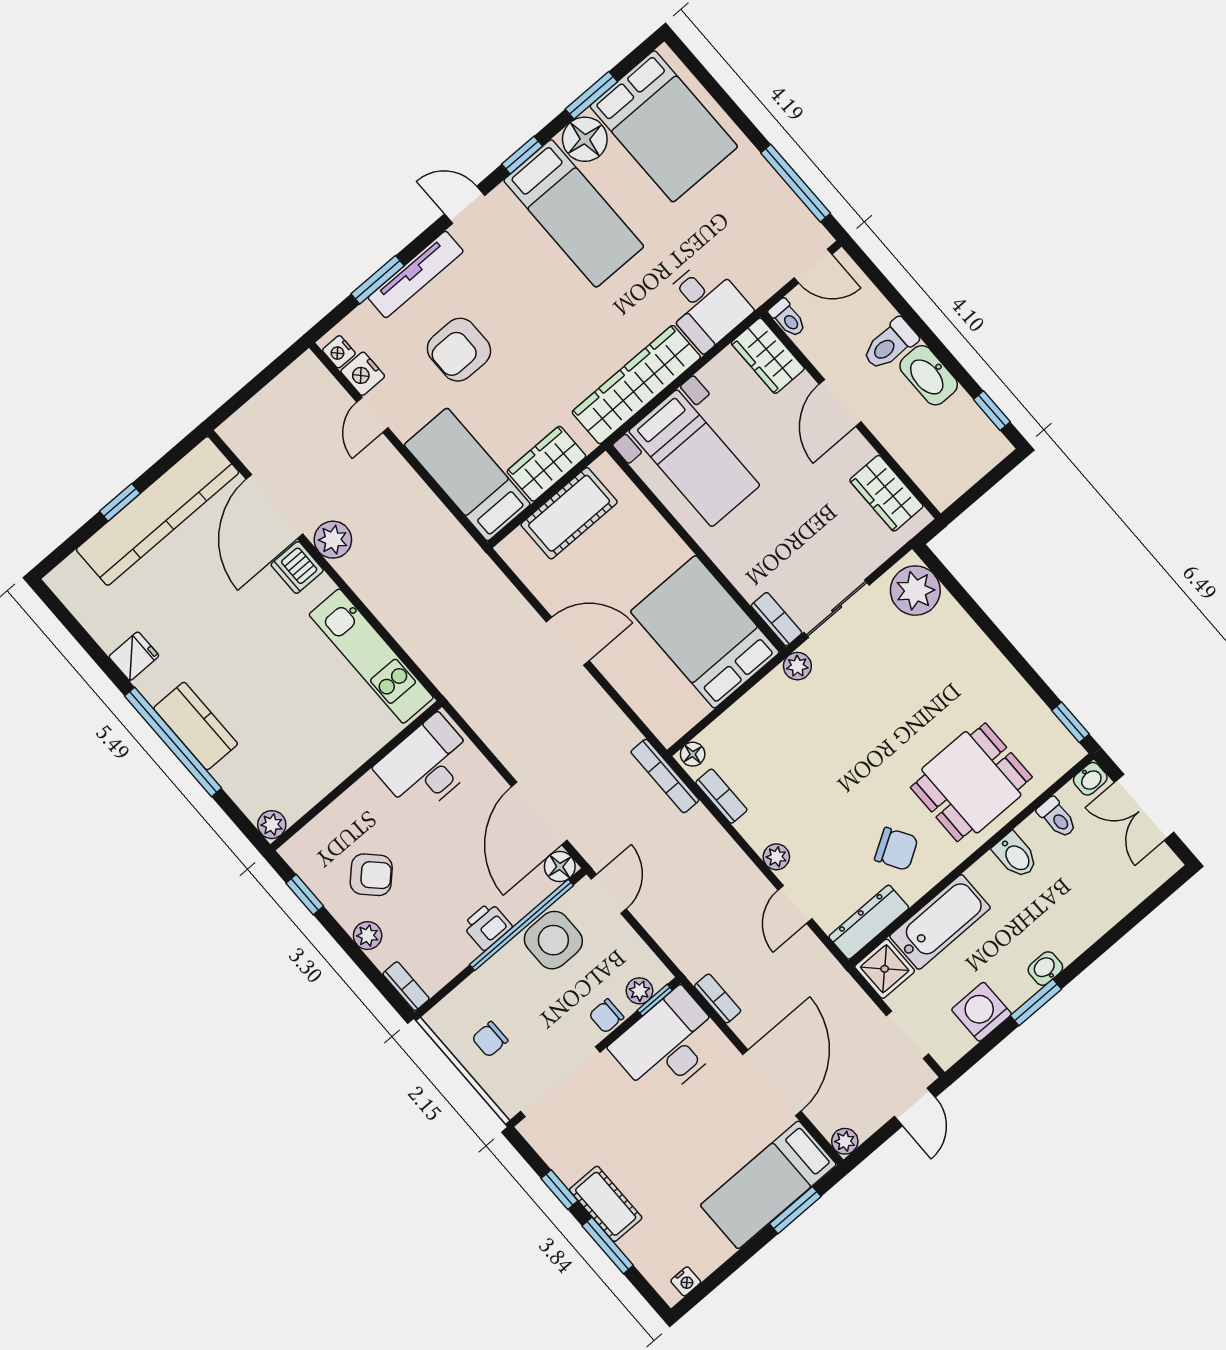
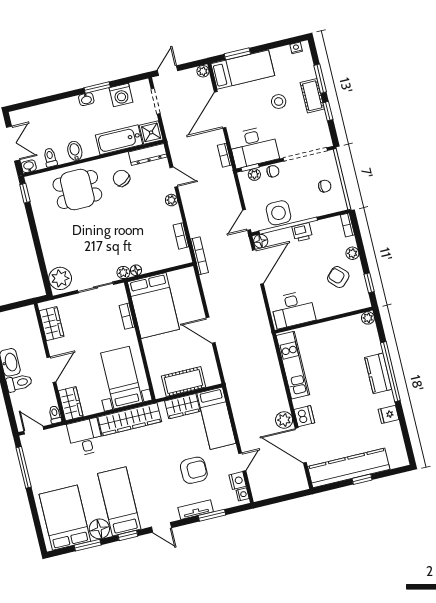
tv unit: (416, 274) -> (196, 510), width x0.71
door: (274, 507) -> (301, 445), swing flipped
bookcase: (776, 619) -> (127, 316), moved
floor lamp: (693, 754) -> (136, 270), moved
door: (795, 904) -> (174, 177), hinge flipped
stool: (666, 1159) -> (279, 102), added

